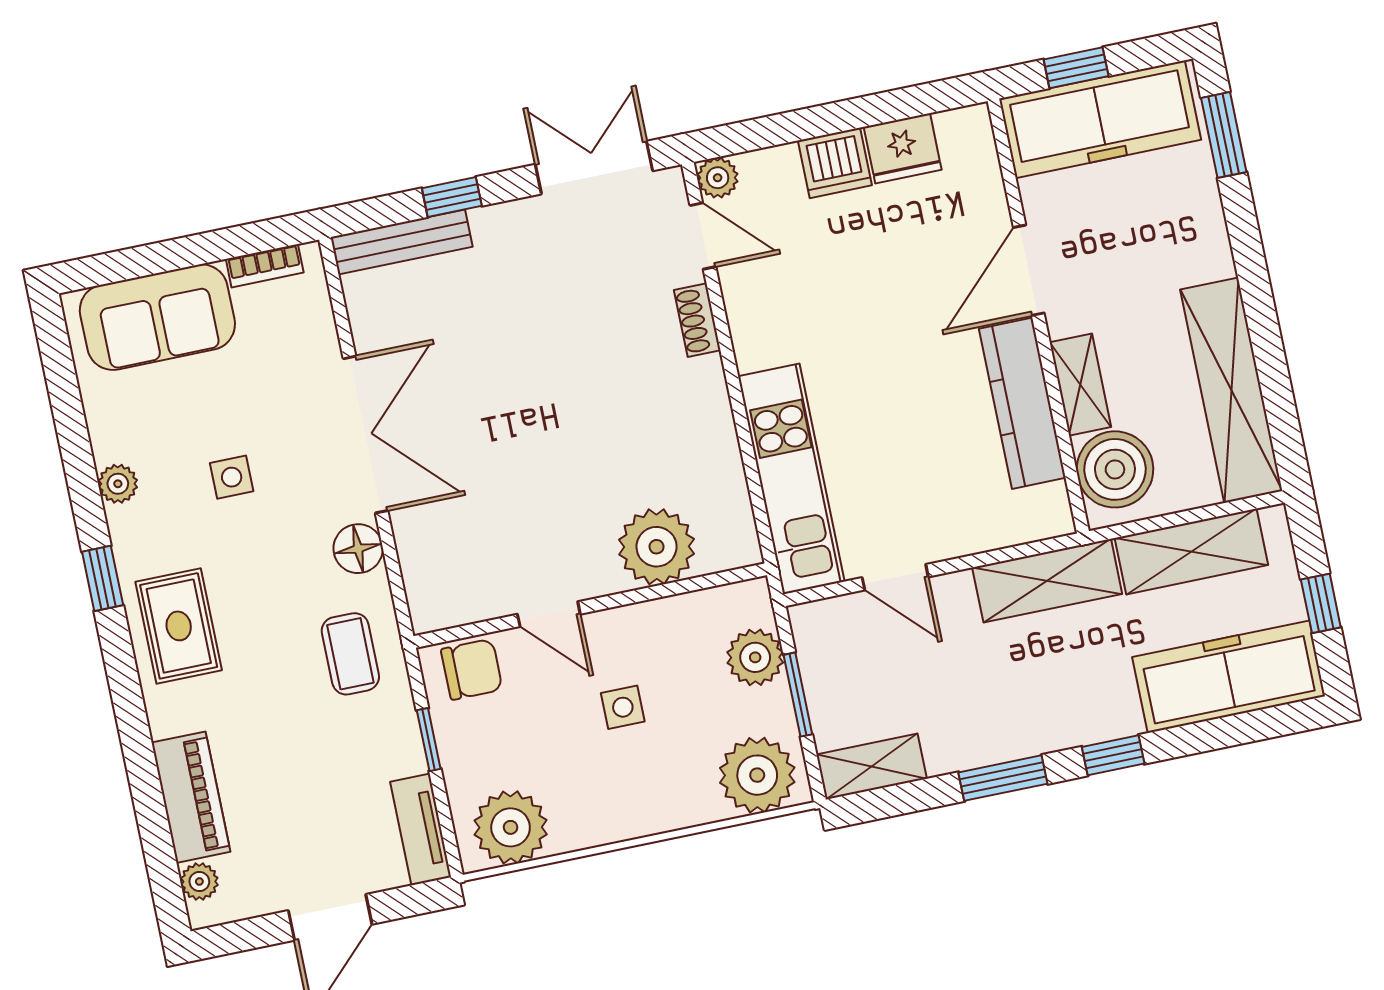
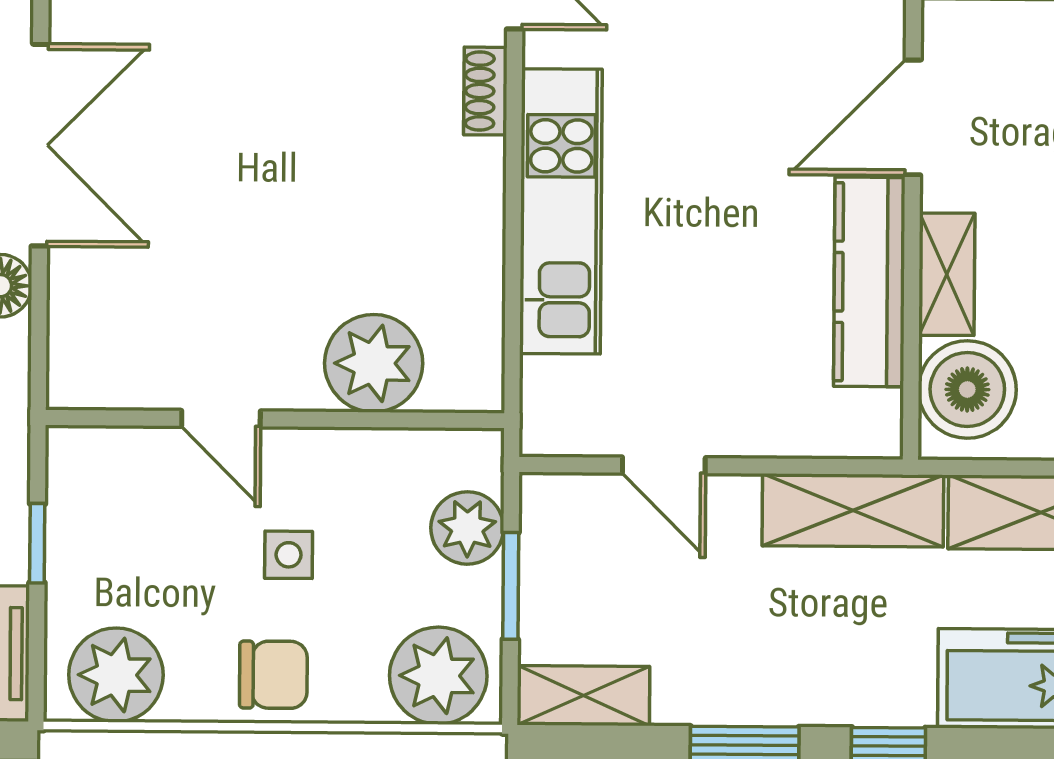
kitchen unit: (791, 479) -> (561, 211), moved
chair: (472, 669) -> (273, 675), moved

